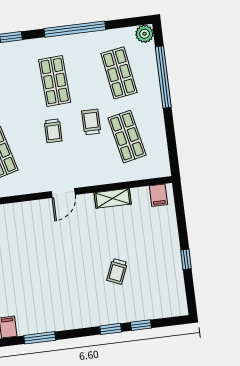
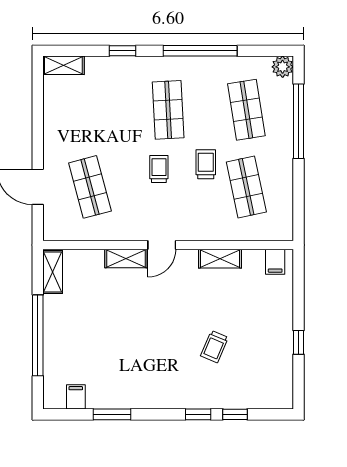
trolley: (53, 131) -> (159, 169), turned 180
shelving: (35, 208) -> (126, 258), added

